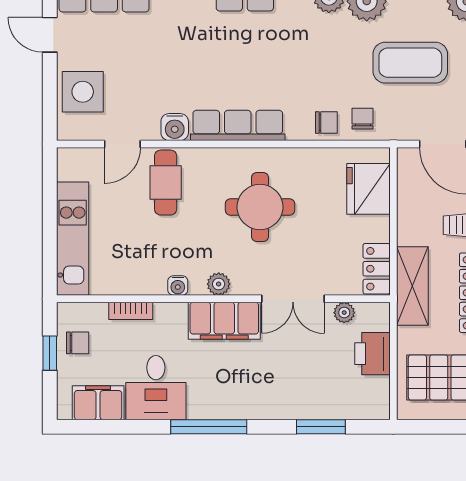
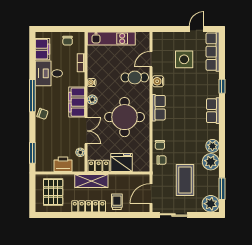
side table: (83, 92) -> (184, 59), moved
row of seats: (238, 125) -> (159, 108), width x0.68
door: (122, 144) -> (151, 59), hinge flipped
fridge: (368, 189) -> (121, 163), moved
round table: (260, 207) -> (125, 117), width x1.36, depth x1.36
double door: (293, 299) -> (86, 131), swing flipped
window: (50, 353) -> (63, 29), removed
chair: (252, 402) -> (43, 114), added
window: (321, 427) -> (32, 153), moved

